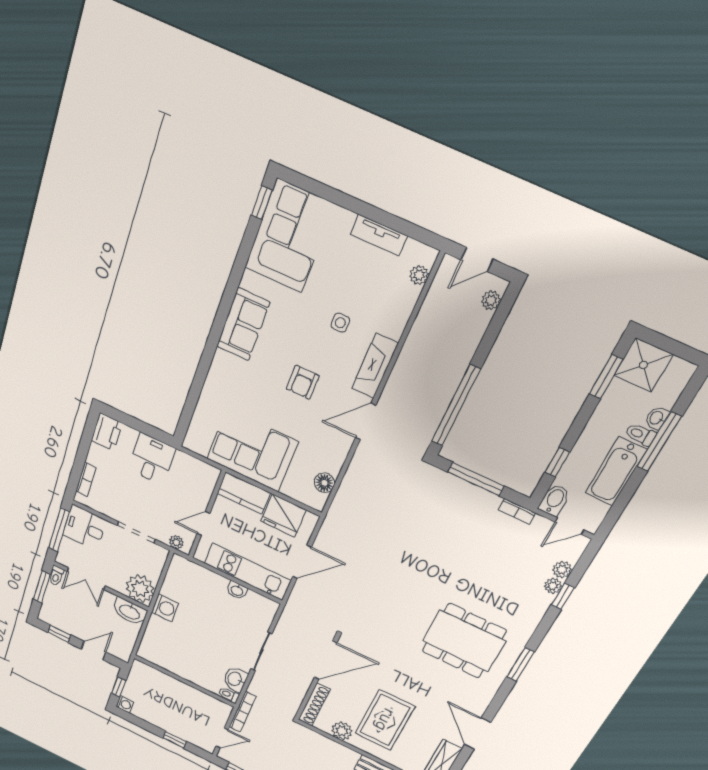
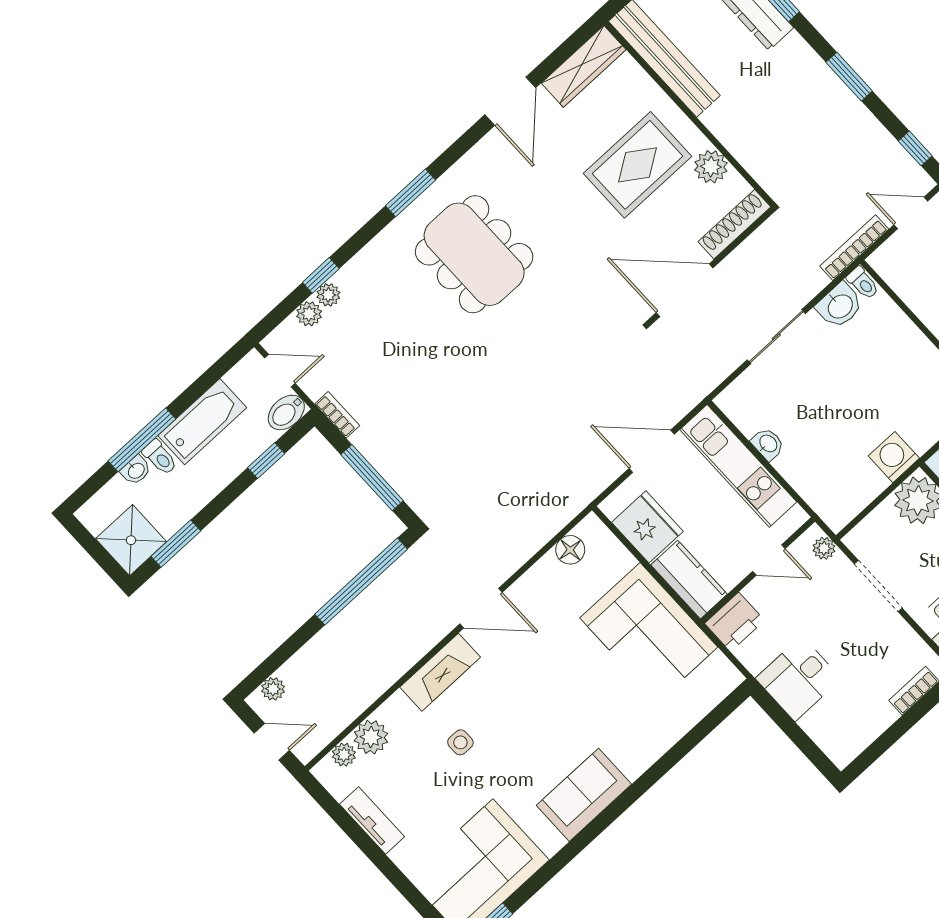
plant: (405, 297) -> (371, 737), added
armchair: (303, 382) -> (540, 691), removed
printer: (107, 432) -> (735, 622), moved, turned 180

